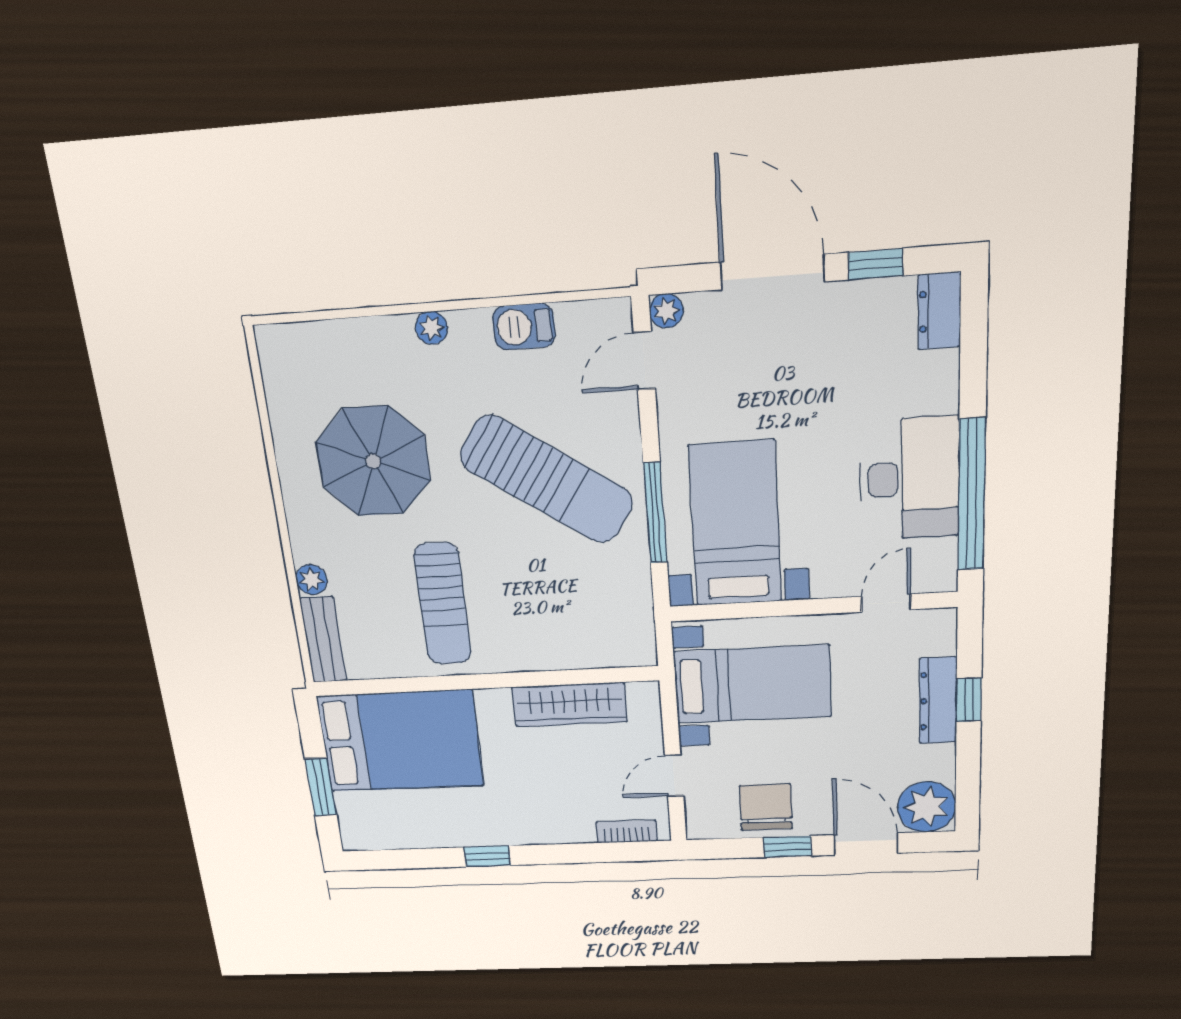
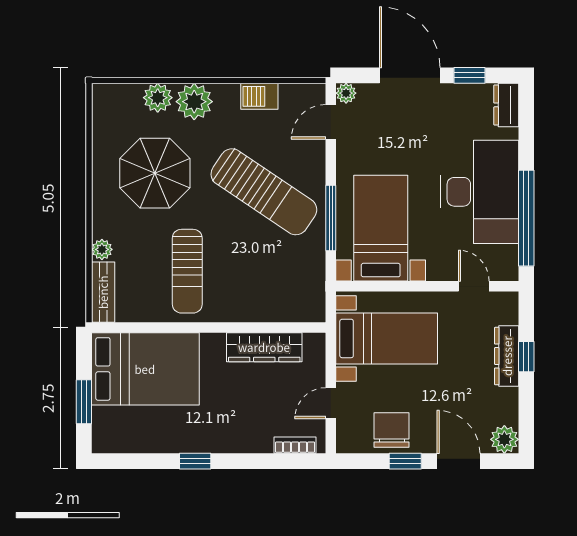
plant: (432, 328) -> (194, 102), width x1.88, depth x1.88
plant: (360, 341) -> (158, 98), added
desk: (910, 479) -> (480, 192), width x1.36, depth x1.30
door: (886, 603) -> (474, 286), hinge flipped
plant: (927, 807) -> (504, 439), width x0.73, depth x0.73

